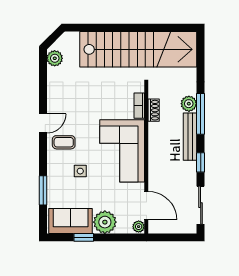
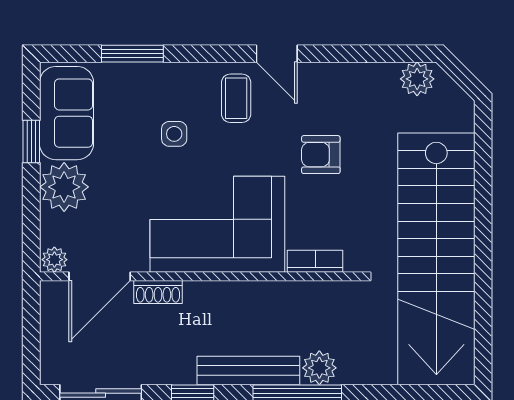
armchair: (90, 103) -> (321, 155), added
shoe rack: (154, 110) -> (158, 292), moved

